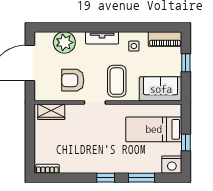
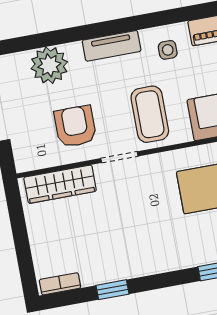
armchair: (73, 80) -> (75, 126), turned 90
wardrobe: (51, 112) -> (60, 184), width x1.50
window: (106, 178) -> (112, 290), moved

